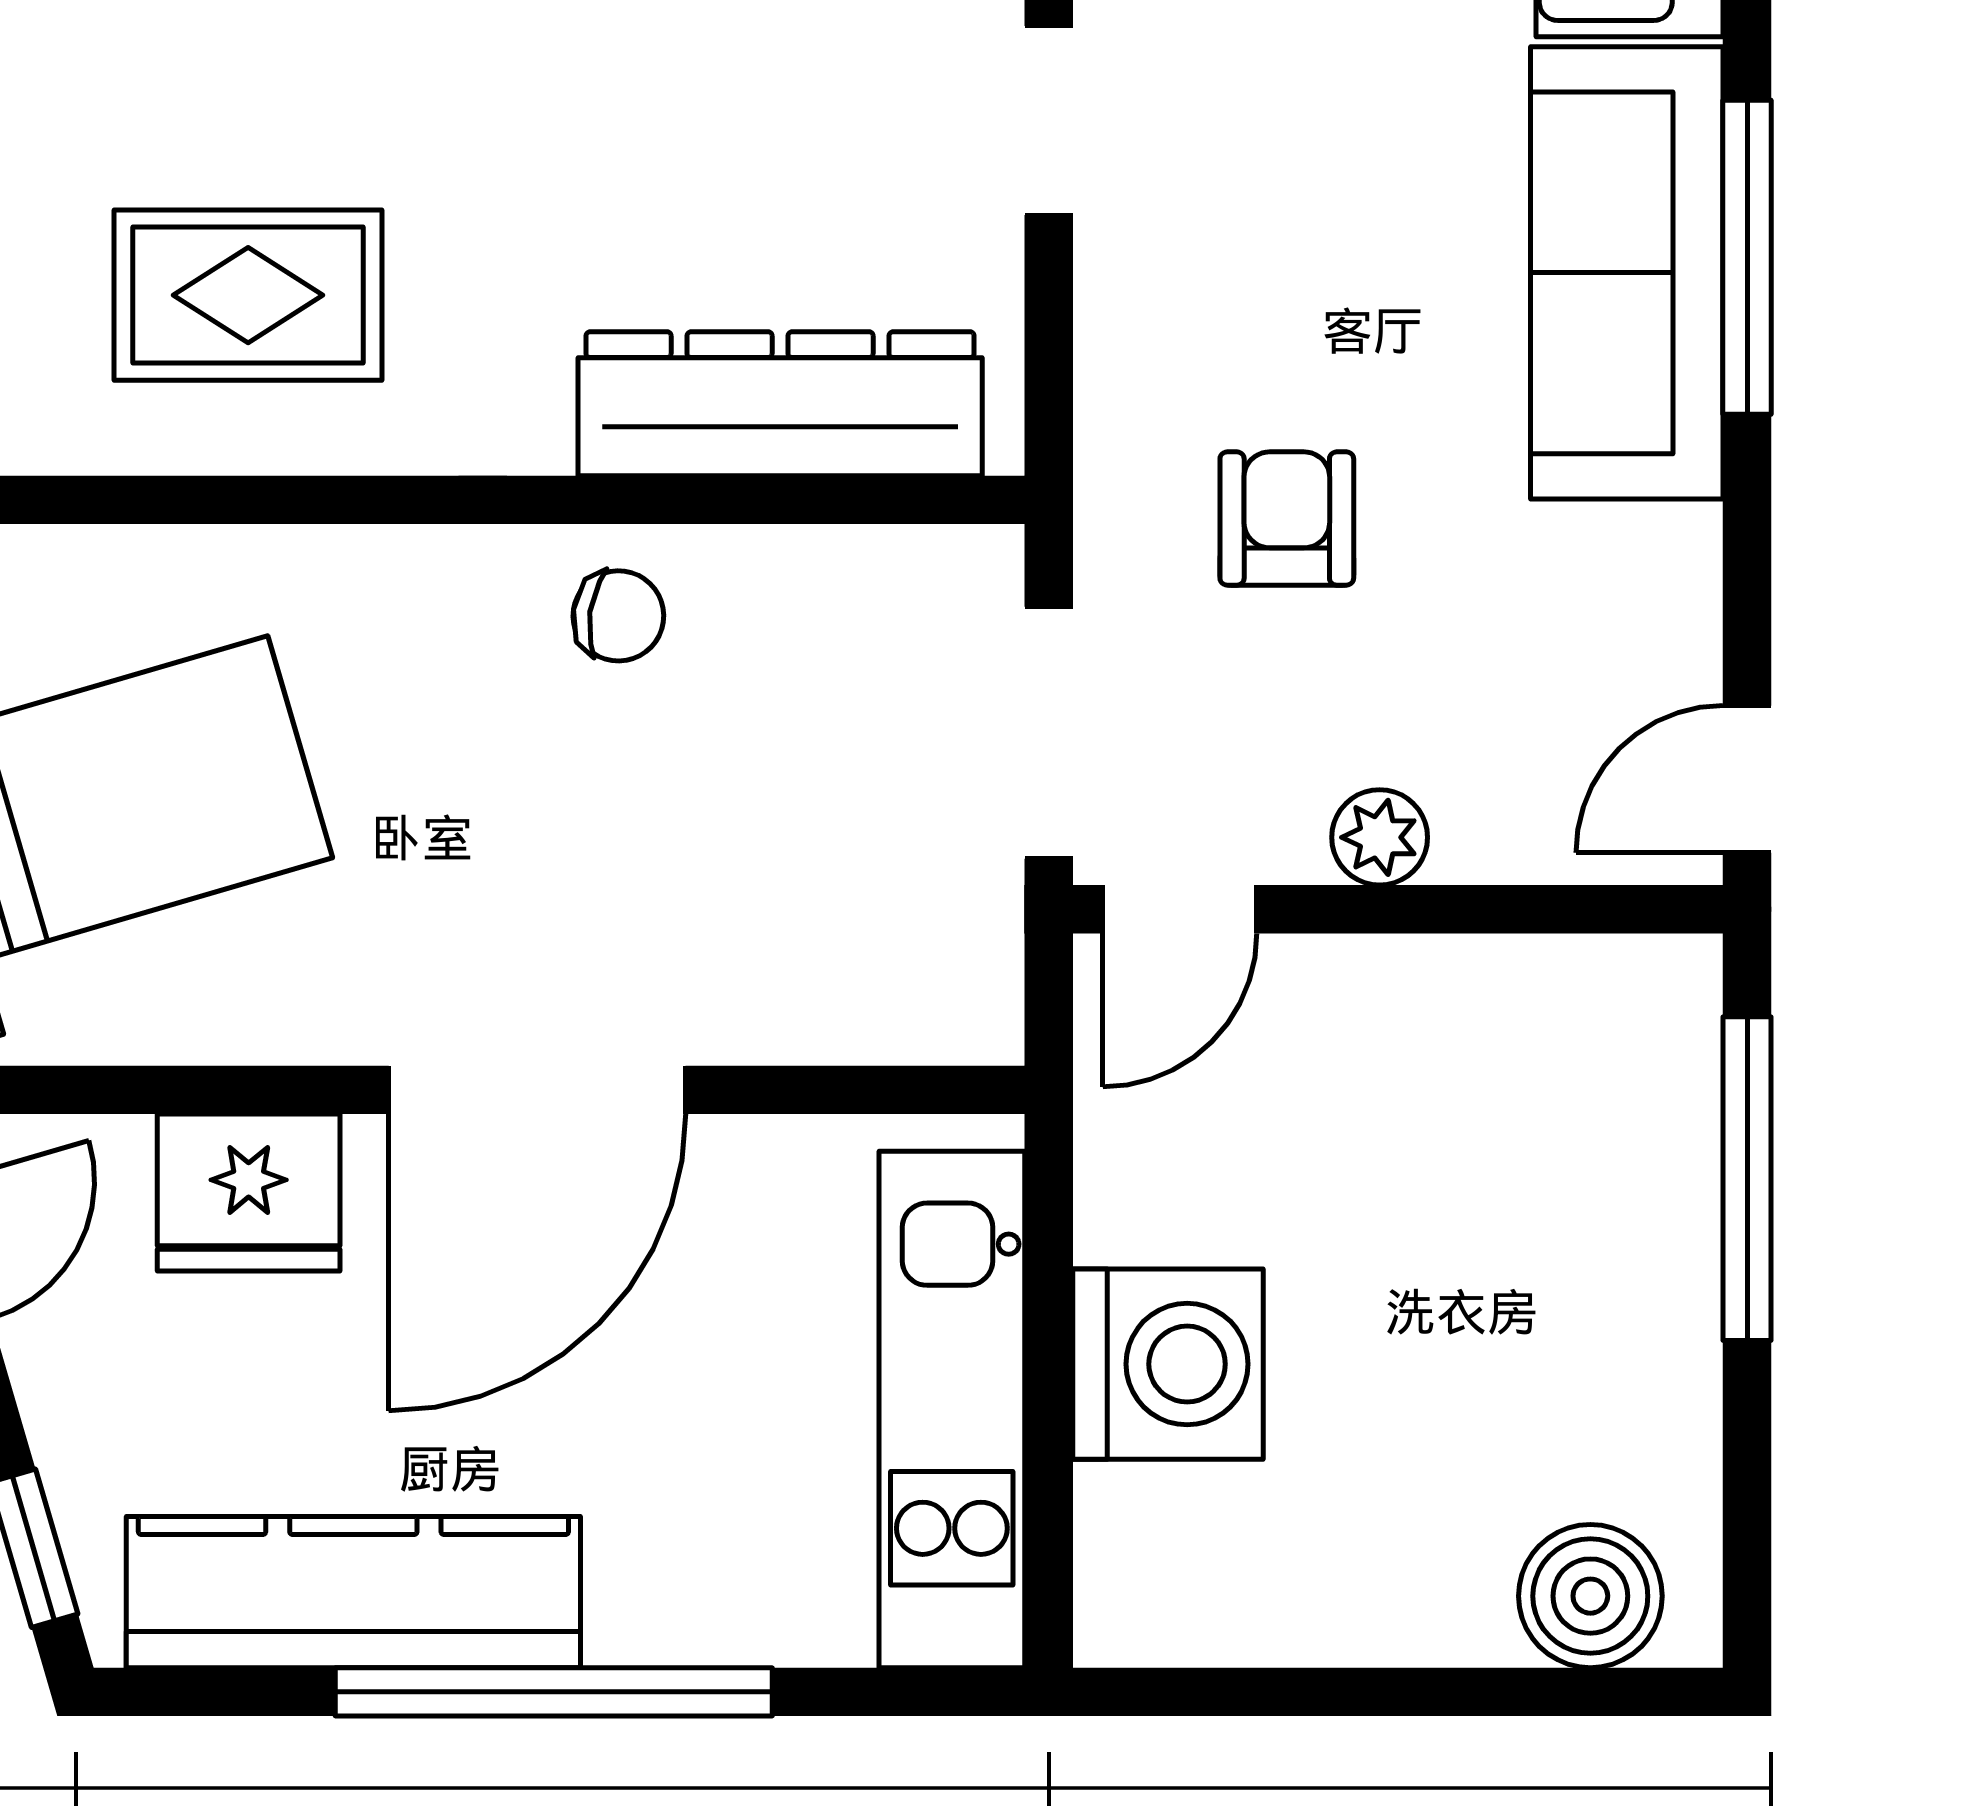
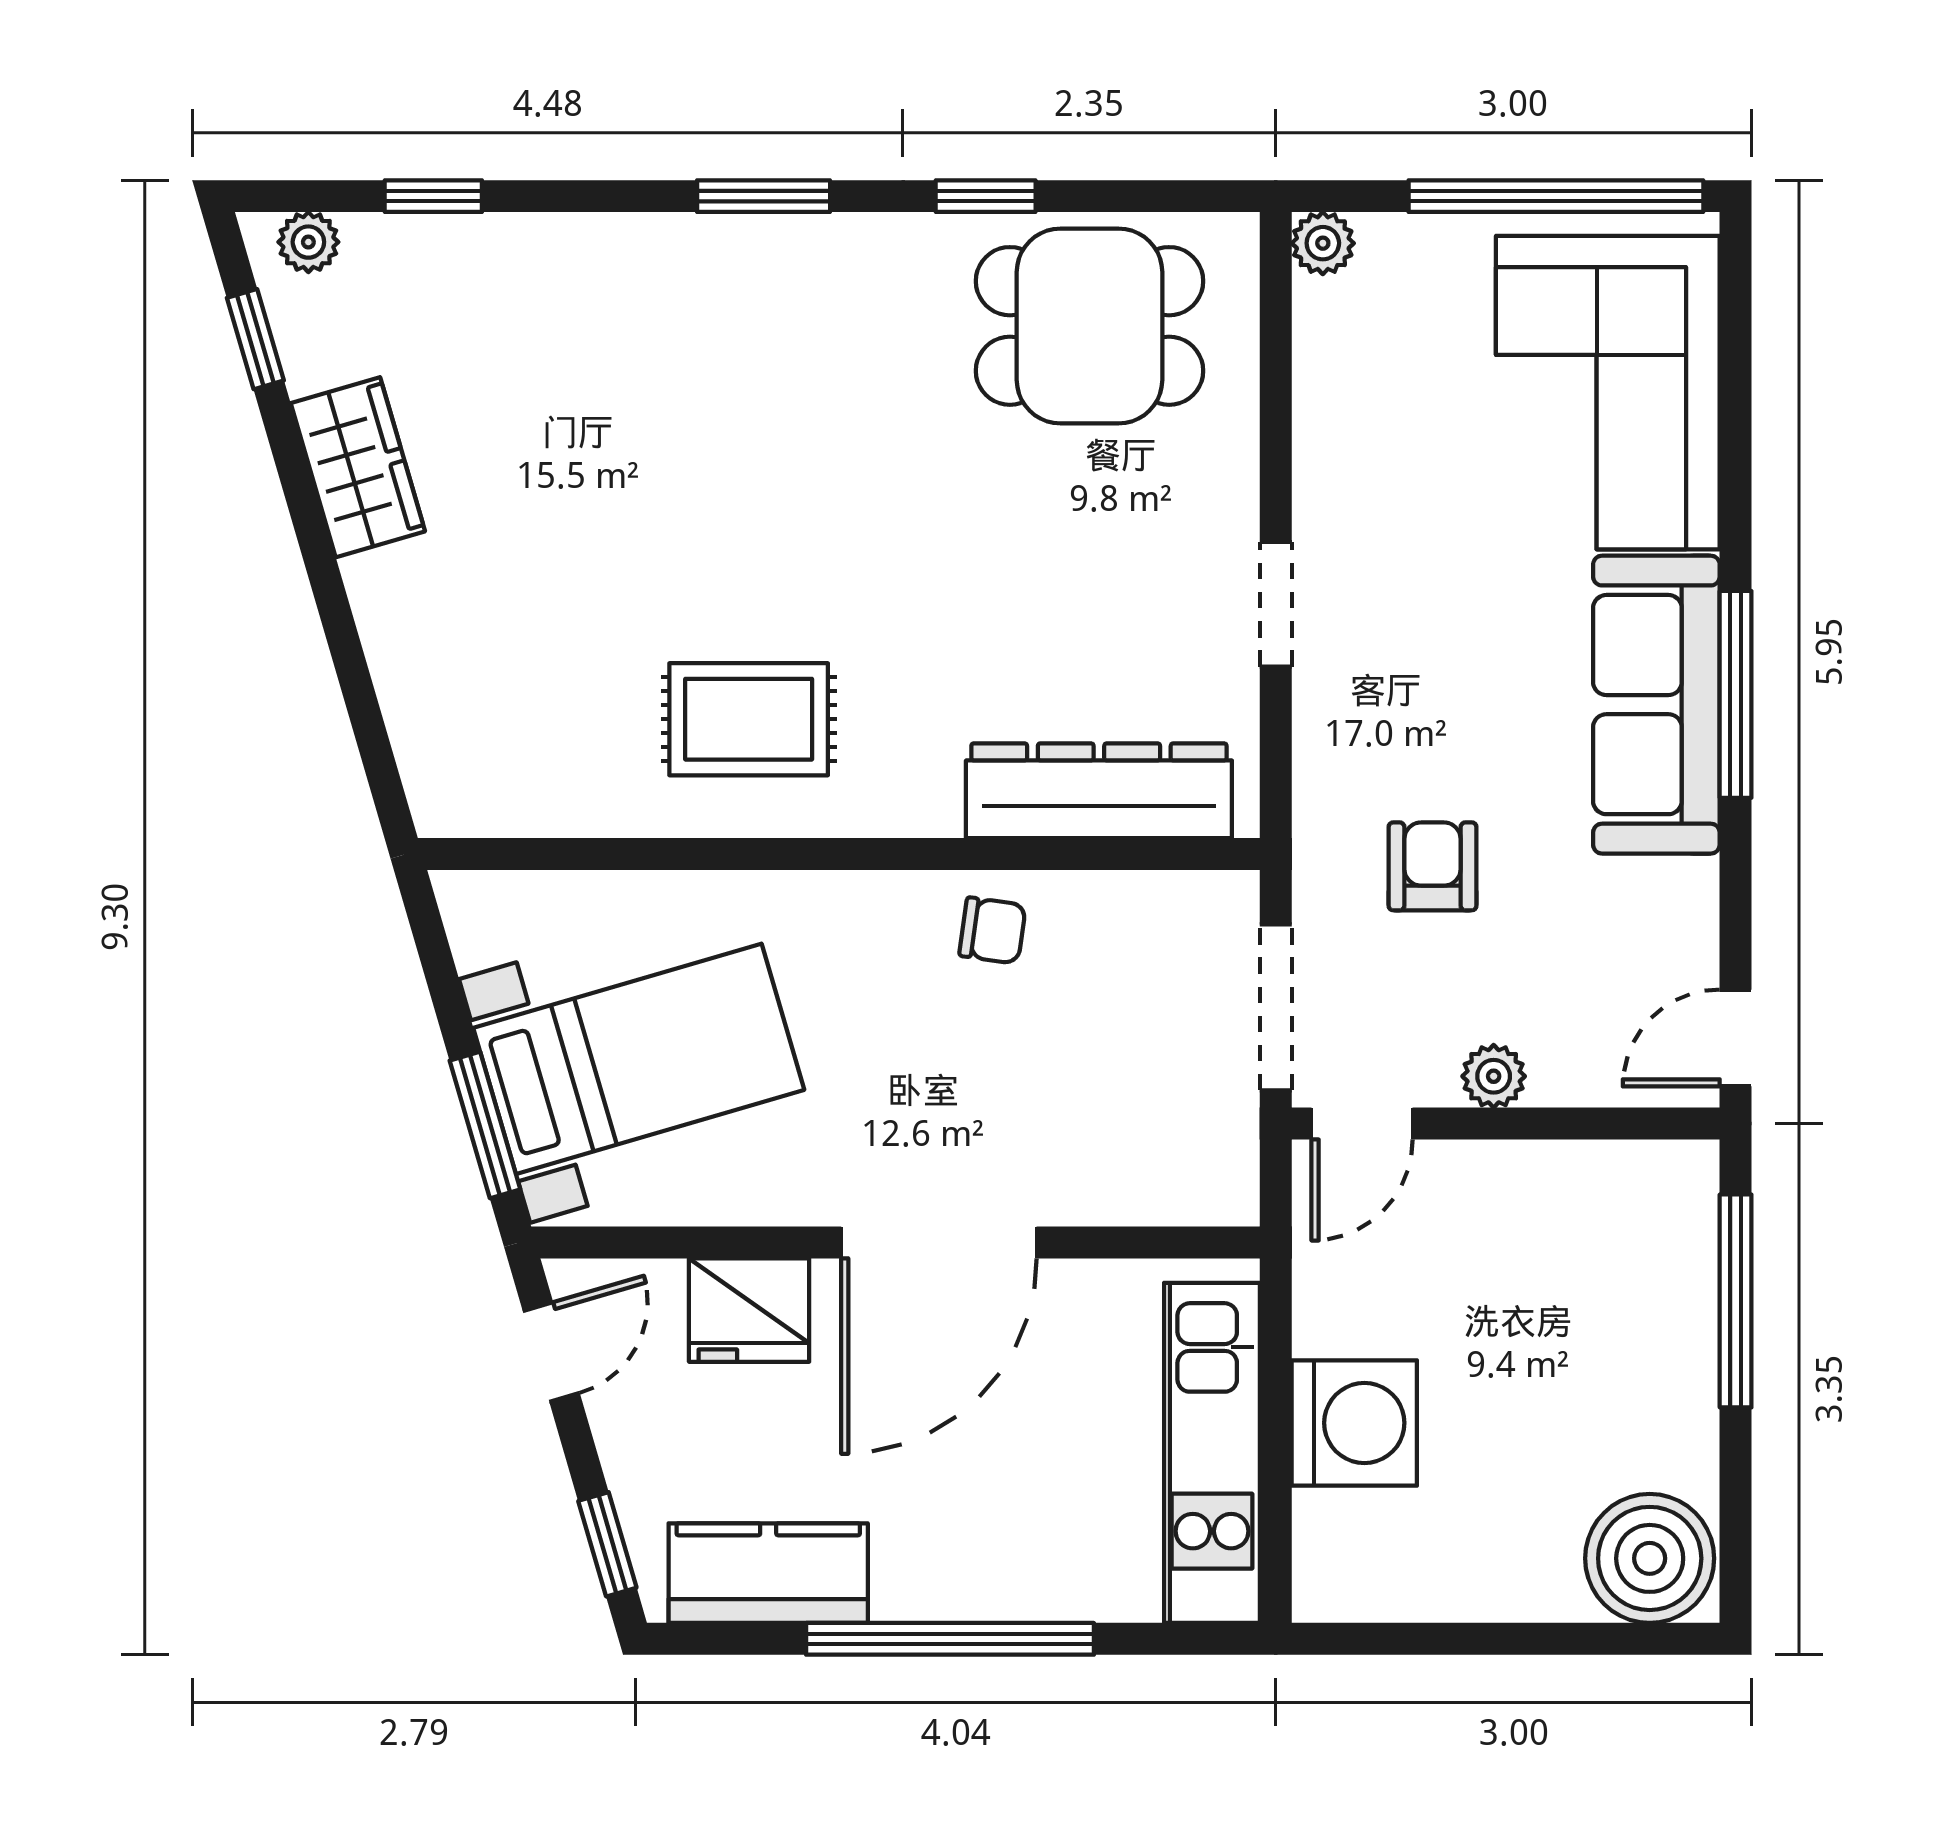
kitchen counter: (353, 1592) -> (768, 1573), width x0.67
boiler: (1590, 1596) -> (1650, 1558), width x1.37, depth x1.37

